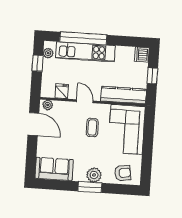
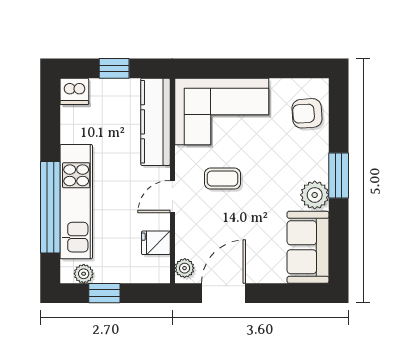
armchair: (123, 173) -> (307, 113), turned -85
plant: (94, 175) -> (315, 195), moved

